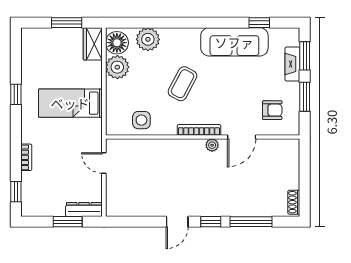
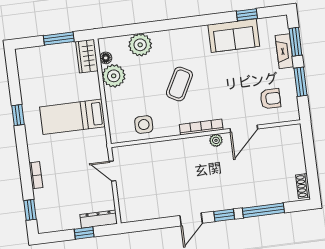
sofa: (234, 42) -> (234, 36), width x0.73
floor lamp: (117, 43) -> (106, 58), width x0.53, depth x0.53
window: (68, 222) -> (84, 233), width x0.67

